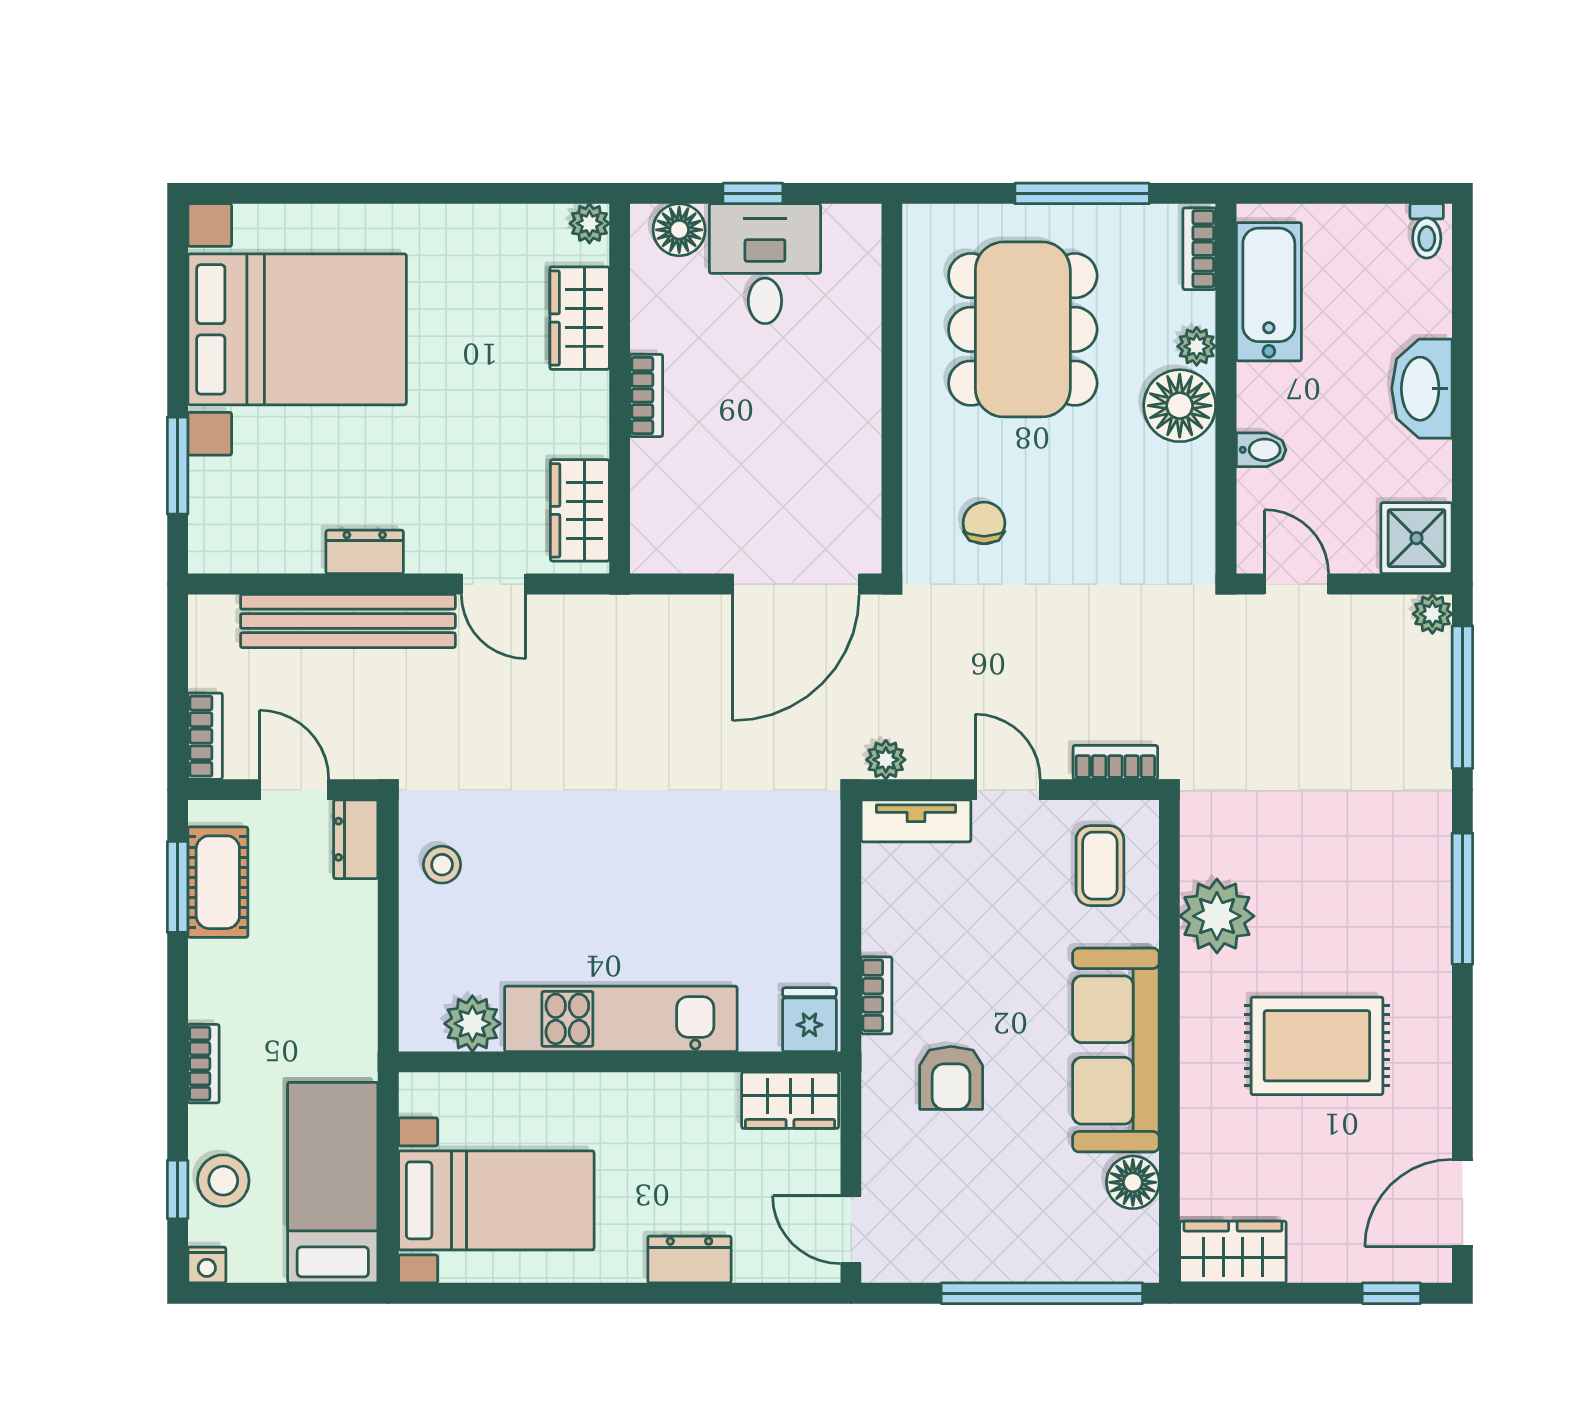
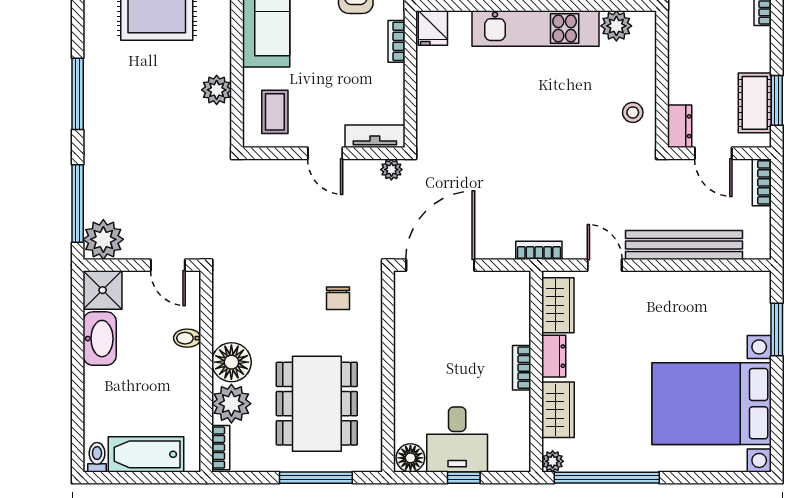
window: (490, 193) -> (607, 478), added
window: (1082, 193) -> (316, 478), moved
floor lamp: (679, 230) -> (410, 458), moved
bathtub: (1269, 292) -> (146, 454), moved, turned 90
plant: (1197, 346) -> (231, 404), width x1.87, depth x1.87
washbasin: (1422, 389) -> (100, 339), moved
dresser: (365, 552) -> (554, 356), moved, turned -90
plant: (1432, 614) -> (103, 239), width x1.87, depth x1.87
bookcase: (1115, 762) -> (539, 250), moved, turned 180
plant: (1217, 916) -> (217, 90), width x0.73, depth x0.73

